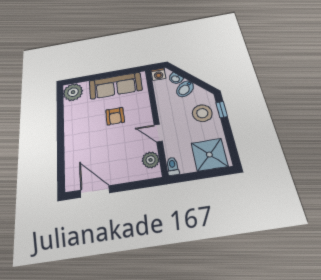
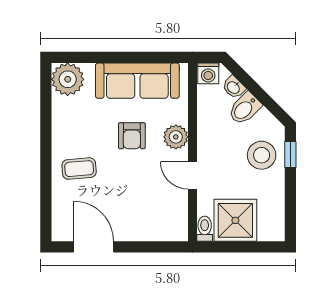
coffee table: (82, 141) -> (79, 169), added
shower: (209, 155) -> (235, 220), moved
plant: (151, 160) -> (176, 137), moved

